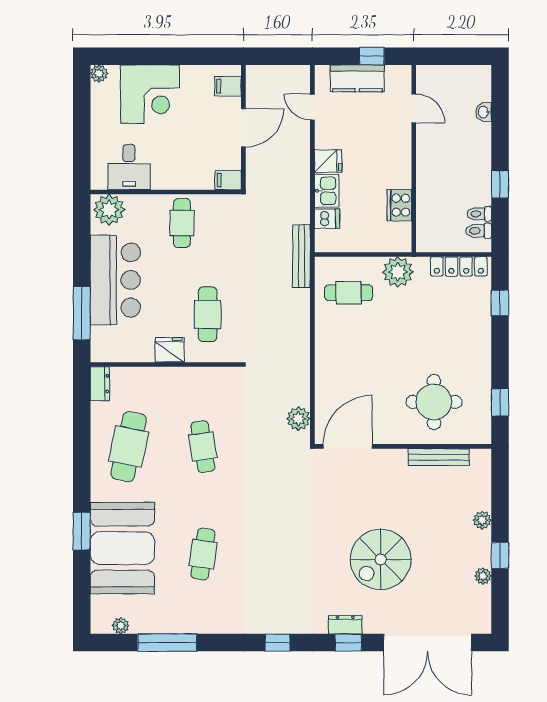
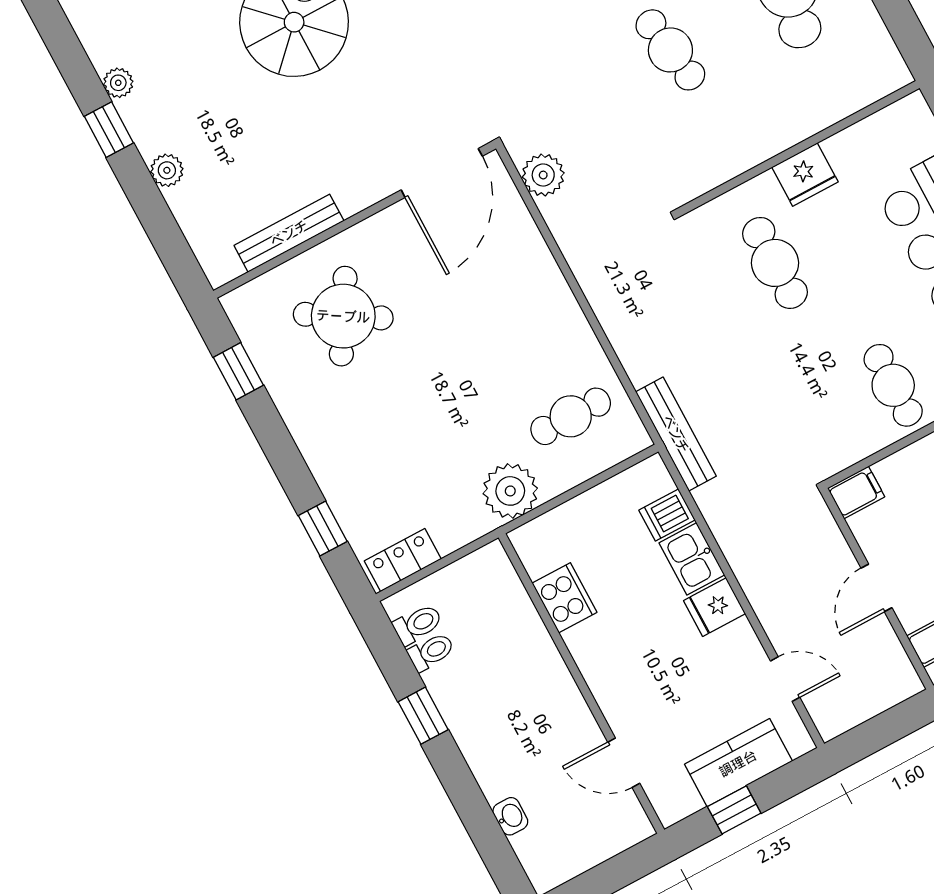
door: (243, 128) -> (877, 588), width x0.73
locker: (459, 266) -> (403, 560), width x0.66
dresser: (100, 384) -> (886, 62), removed
round table: (434, 402) -> (343, 316), turned 31

